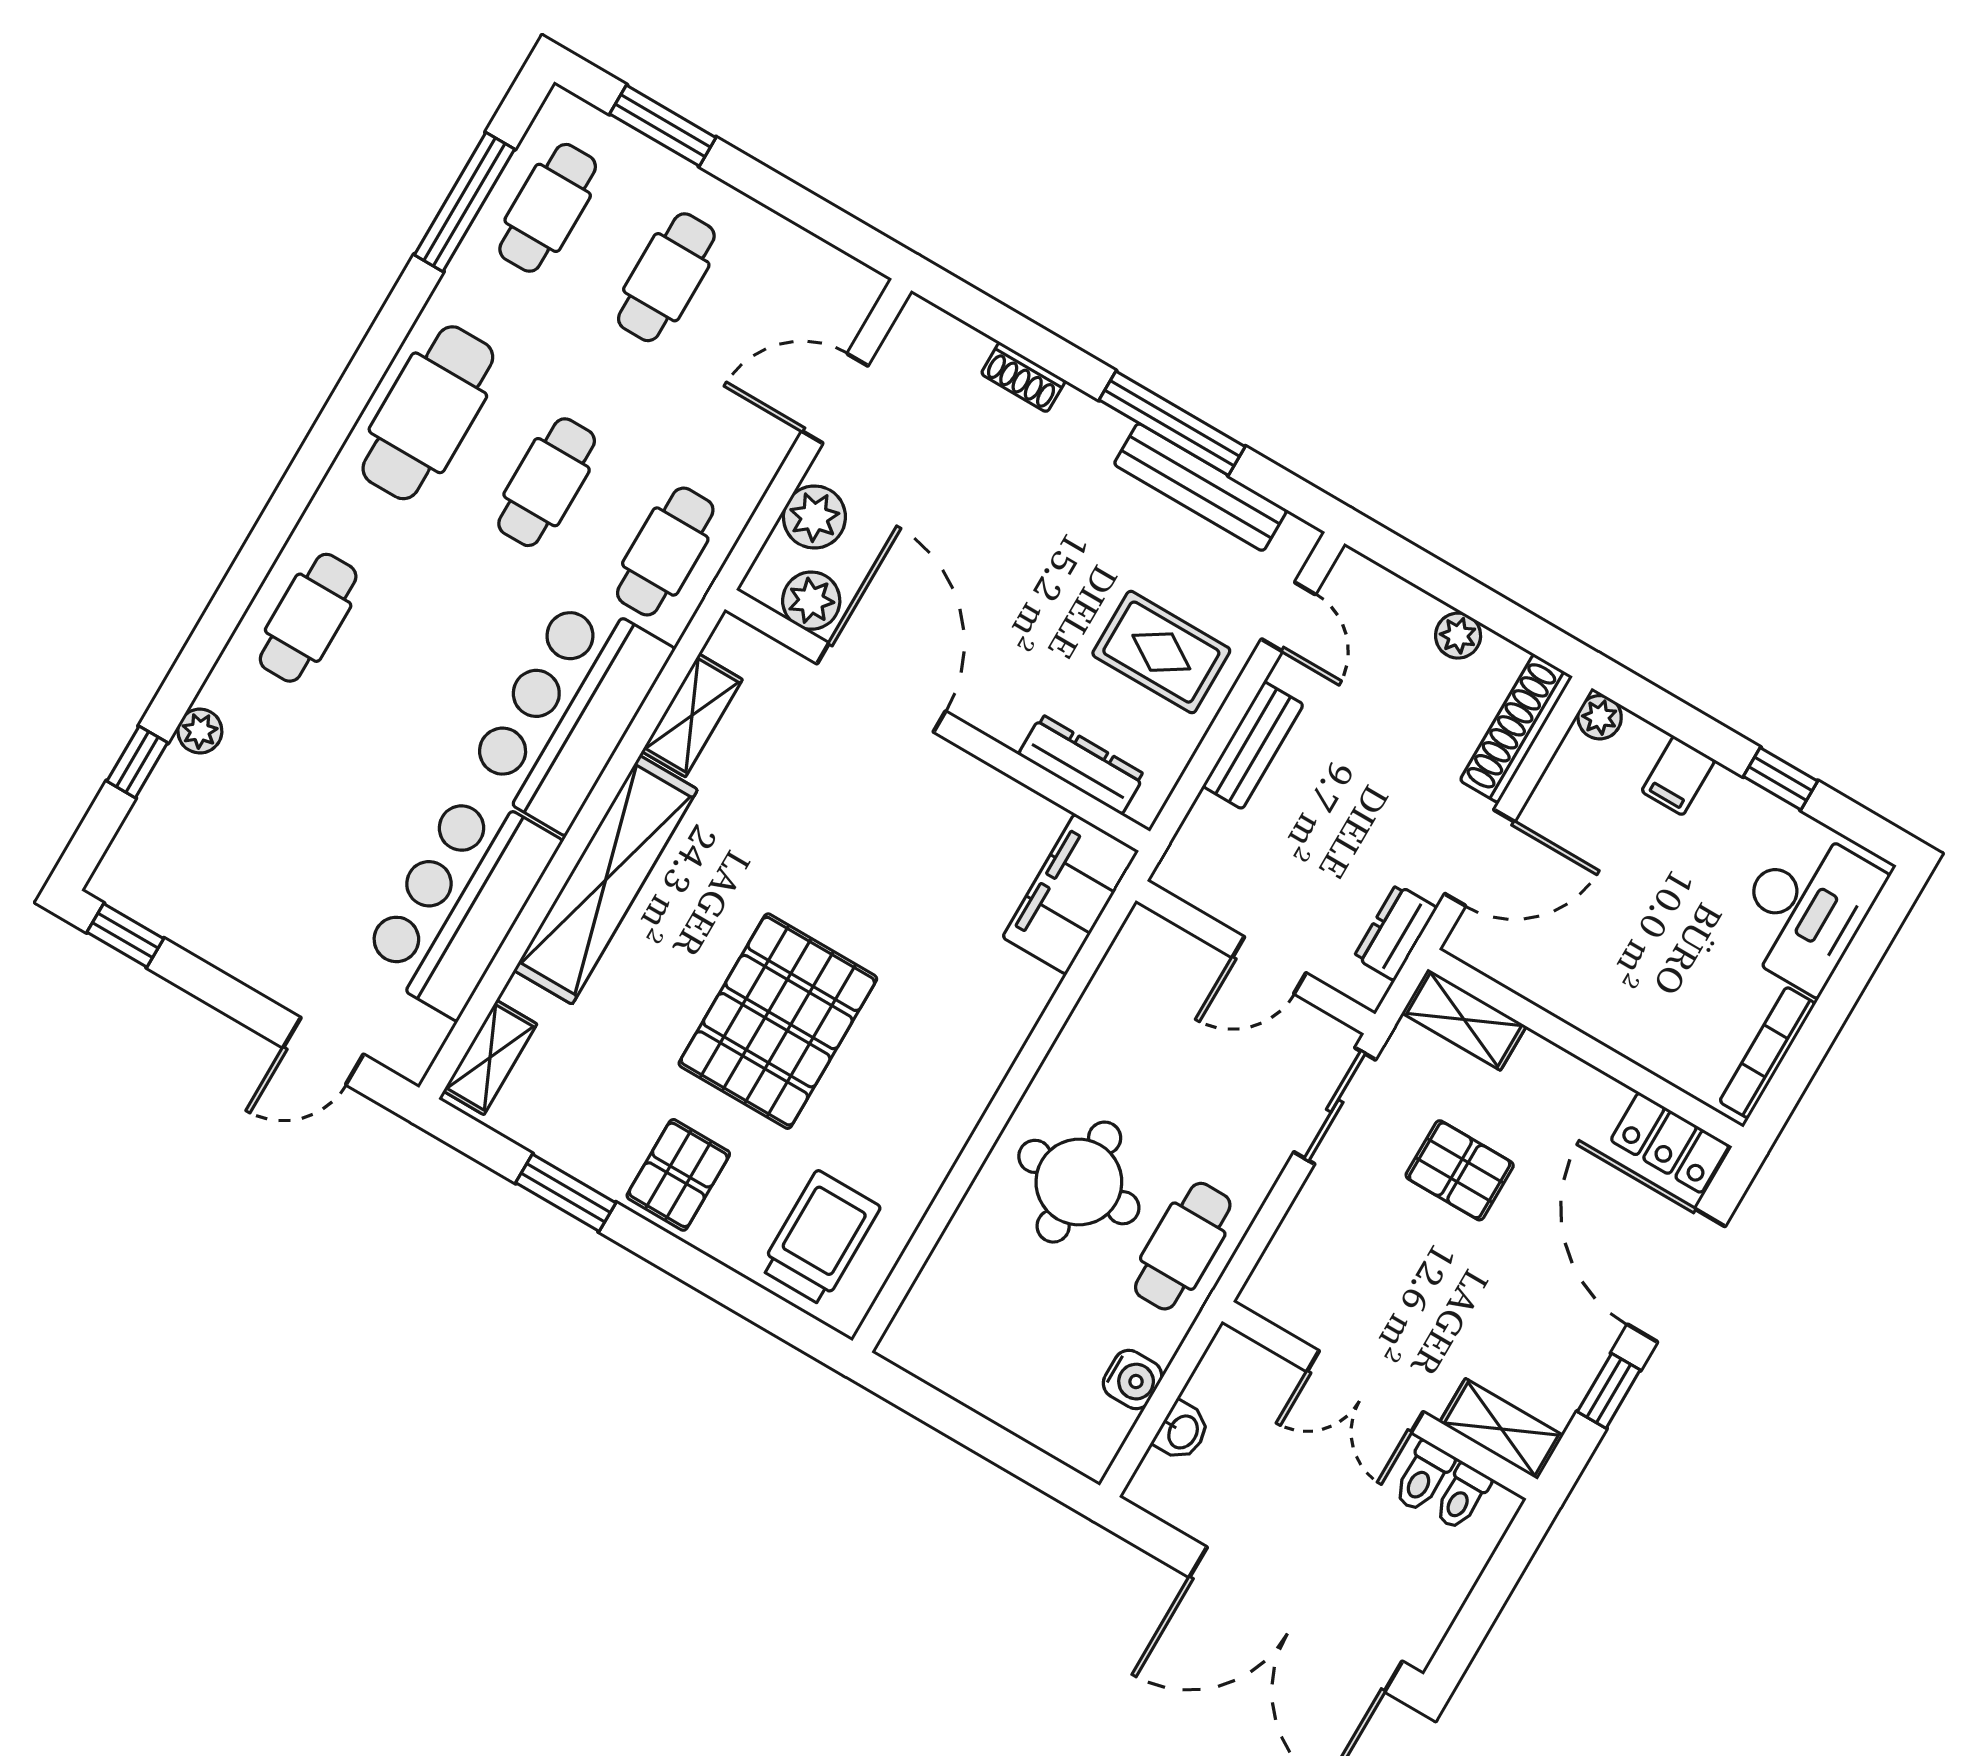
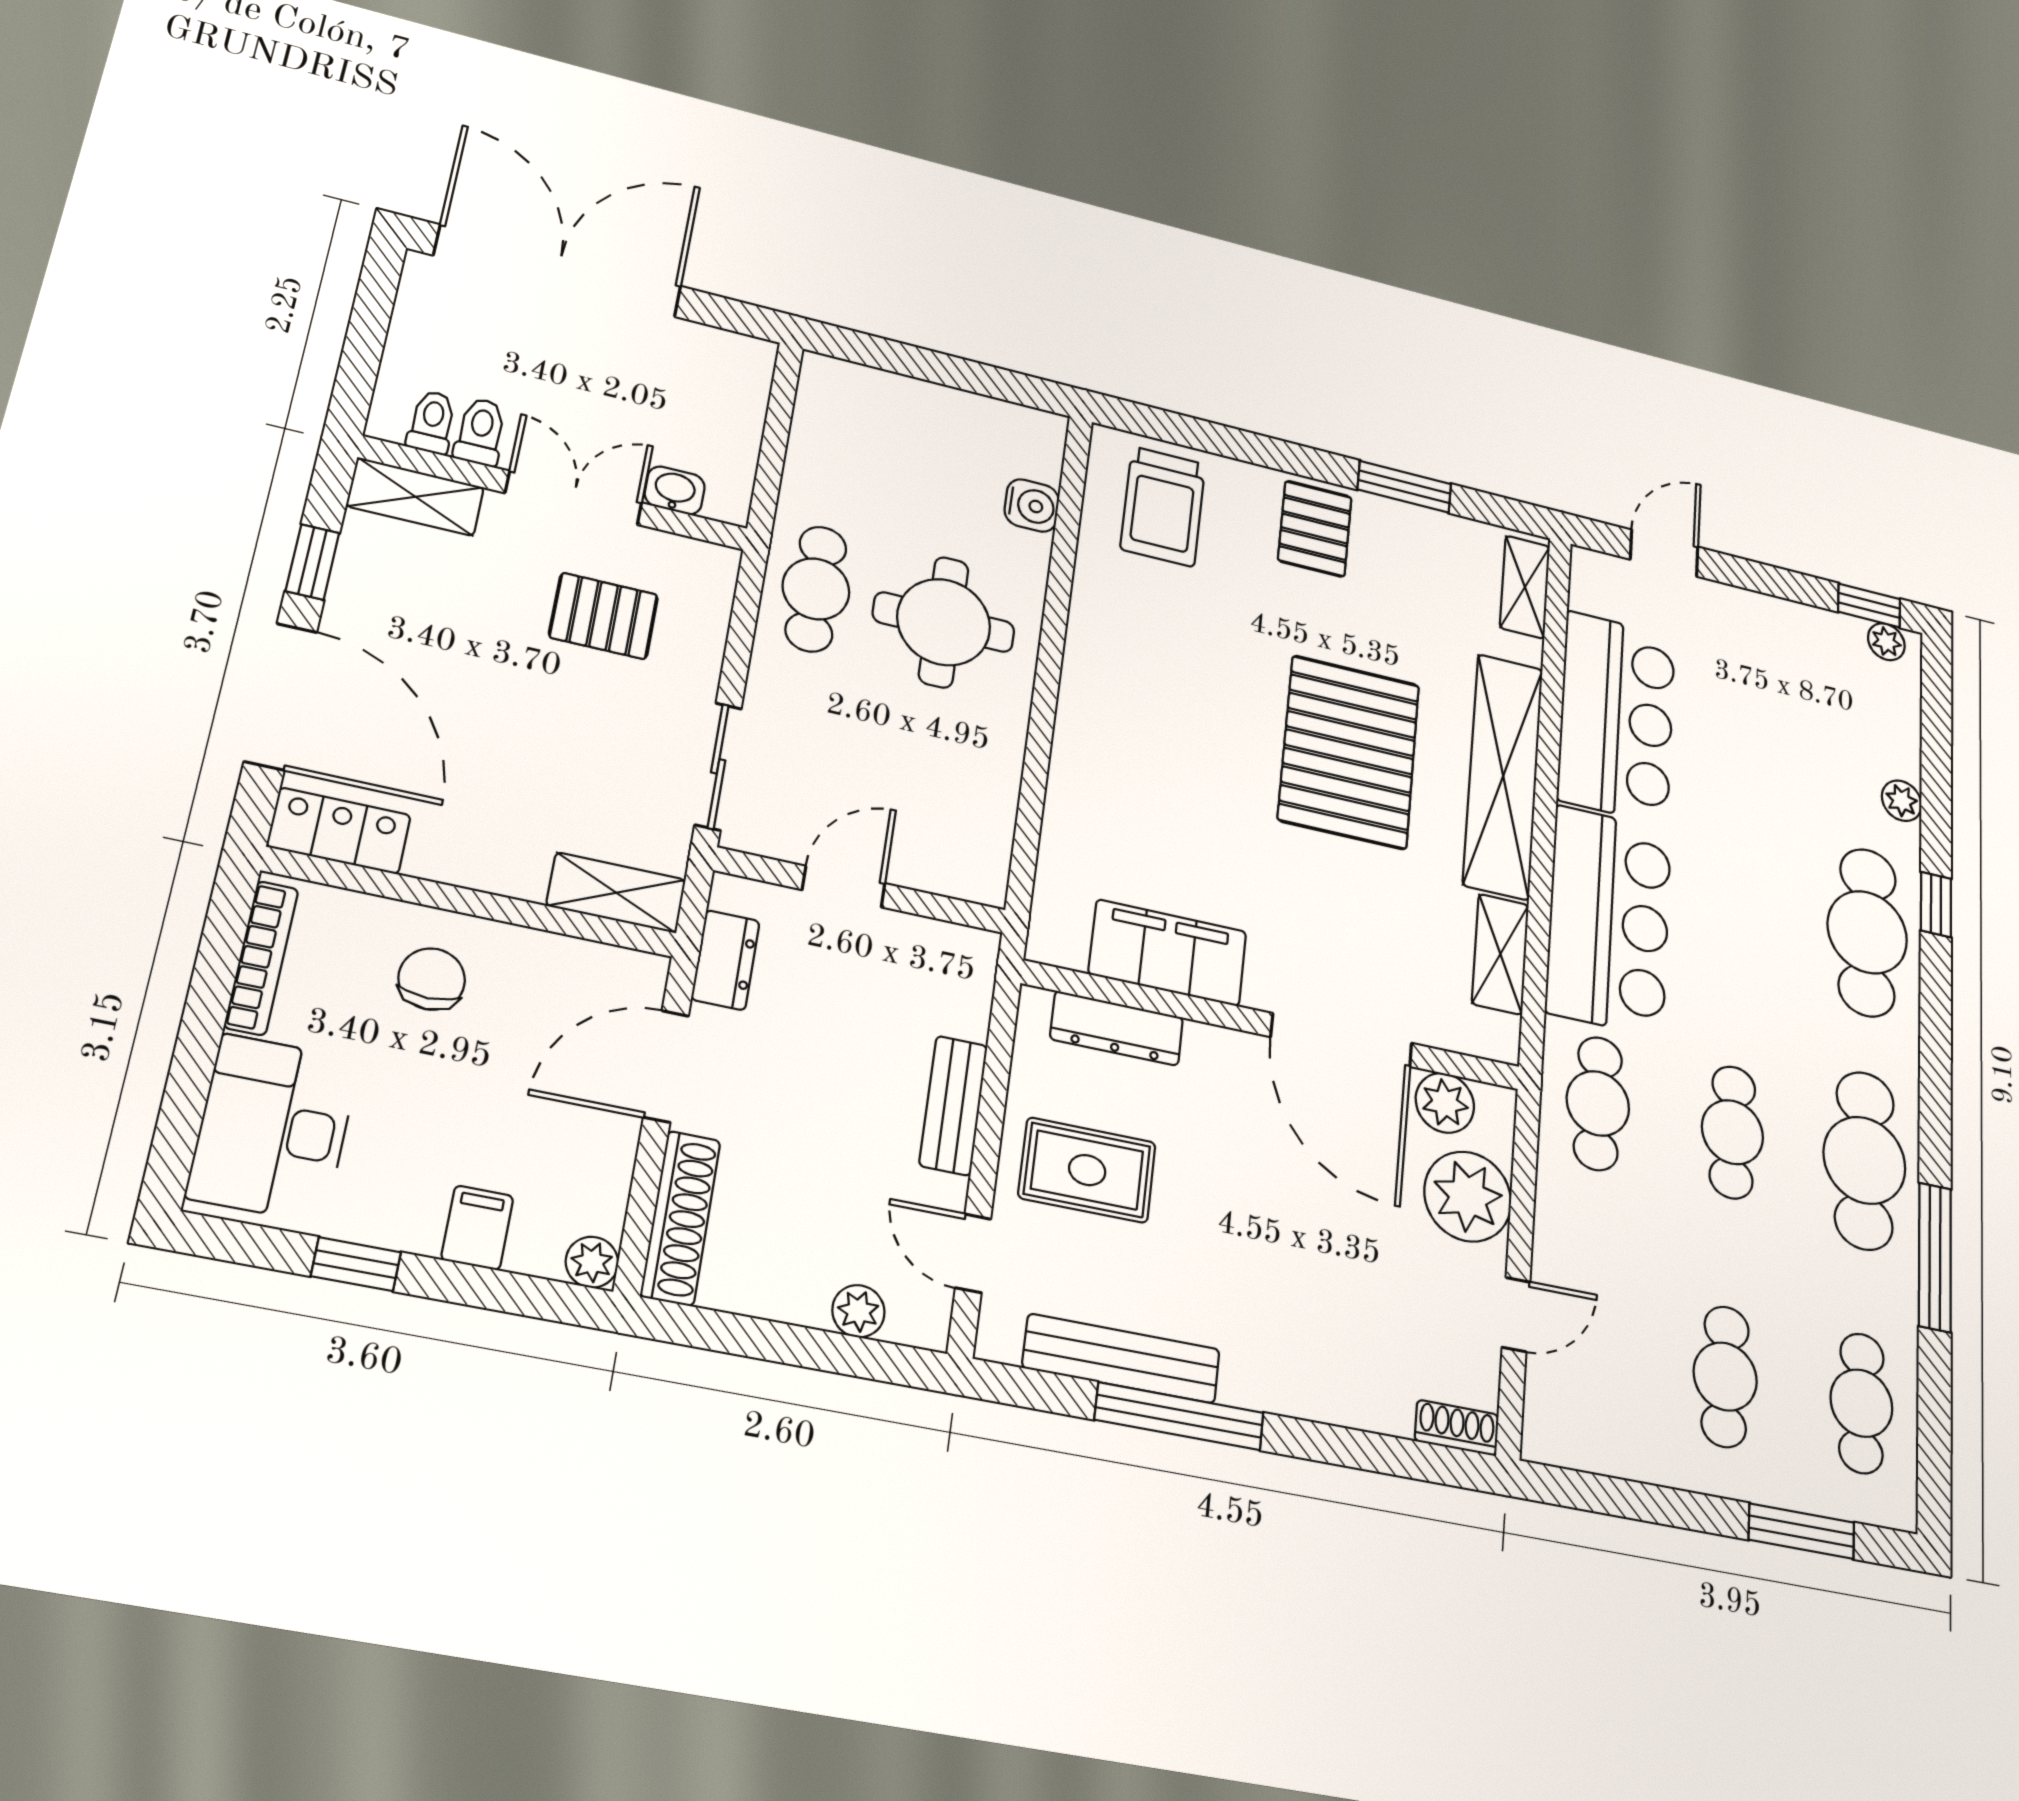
window: (464, 202) -> (1935, 1257), moved
shoe rack: (1023, 377) -> (1457, 1428), moved
door: (835, 398) -> (1516, 1314), width x0.73
plant: (814, 517) -> (1468, 1197), width x1.36, depth x1.36
cafe table: (308, 618) -> (1867, 932), width x1.37, depth x1.35
plant: (1458, 636) -> (858, 1311), moved
window: (137, 762) -> (1936, 905), moved
plant: (127, 893) -> (1886, 642), added
filing cabinet: (1070, 894) -> (1168, 953), moved, turned -90
chair: (1641, 992) -> (432, 979), added
pallet: (778, 1021) -> (1349, 752), moved
pallet: (1460, 1170) -> (604, 616), moved
water cooler: (1133, 1379) -> (1032, 505), moved, turned 180
washbasin: (1182, 1431) -> (675, 490), moved, turned 90

